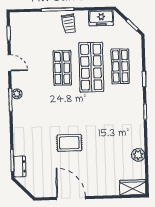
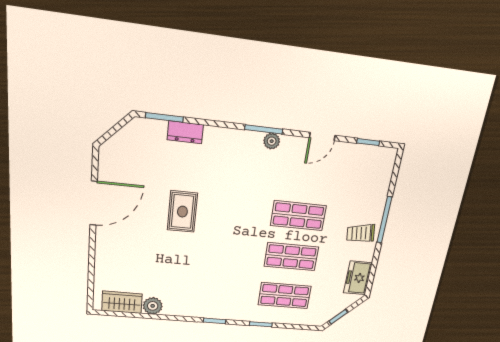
shop shelf: (91, 67) -> (291, 257), width x0.70, depth x0.74
dresser: (20, 166) -> (185, 132), moved
wardrobe: (133, 187) -> (122, 302), moved, turned -90

